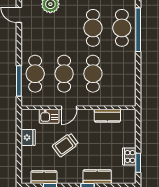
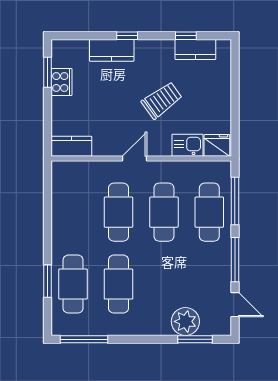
window: (138, 30) -> (47, 281), width x0.47
window: (19, 43) -> (235, 260), added
door: (69, 108) -> (134, 159), moved
kitchen counter: (107, 116) -> (71, 146), moved
fridge: (28, 137) -> (217, 145), moved, turned 90

